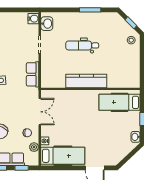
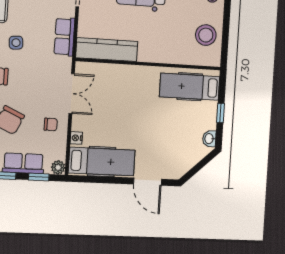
stool: (128, 67) -> (206, 35), added
kitchen counter: (86, 81) -> (107, 50), moved
plant: (34, 147) -> (58, 167), moved

